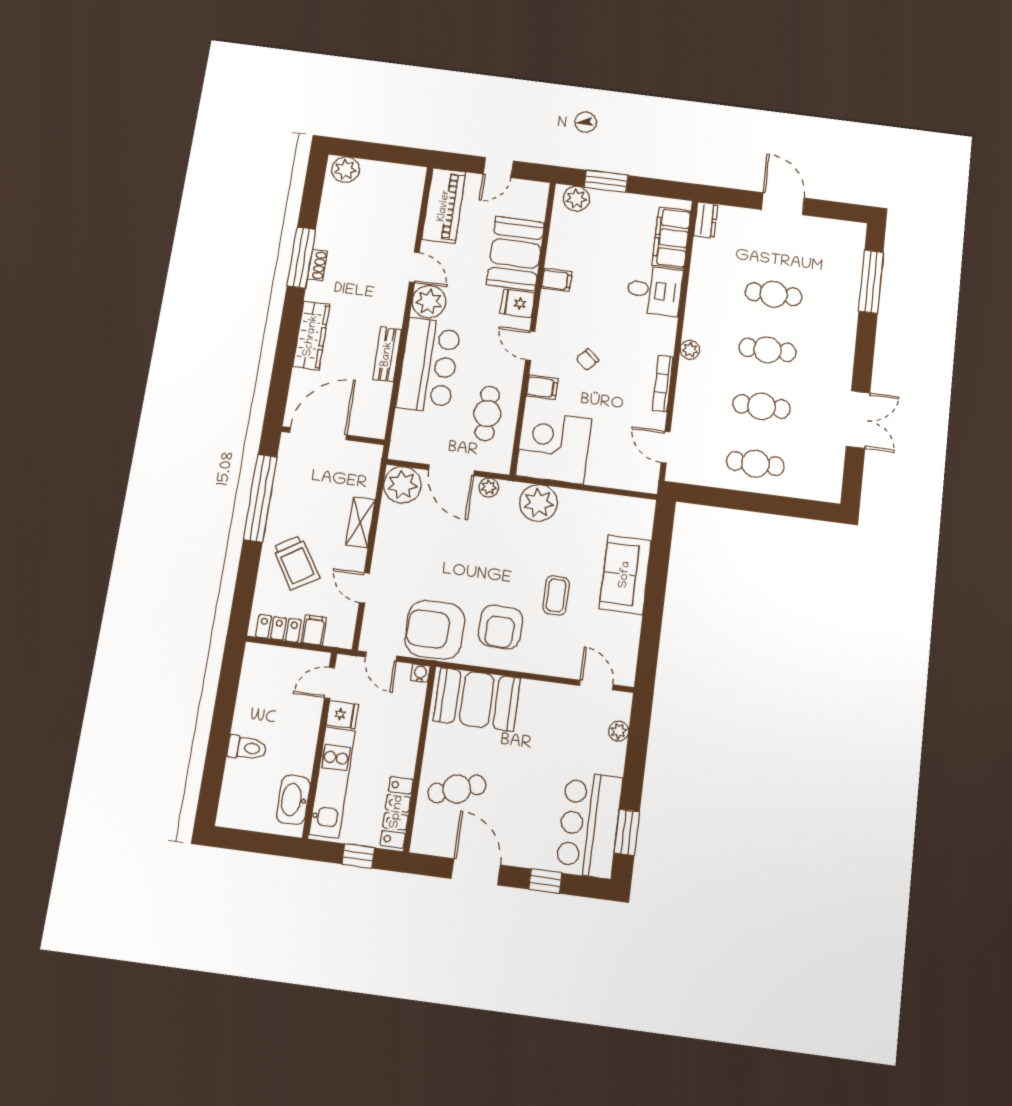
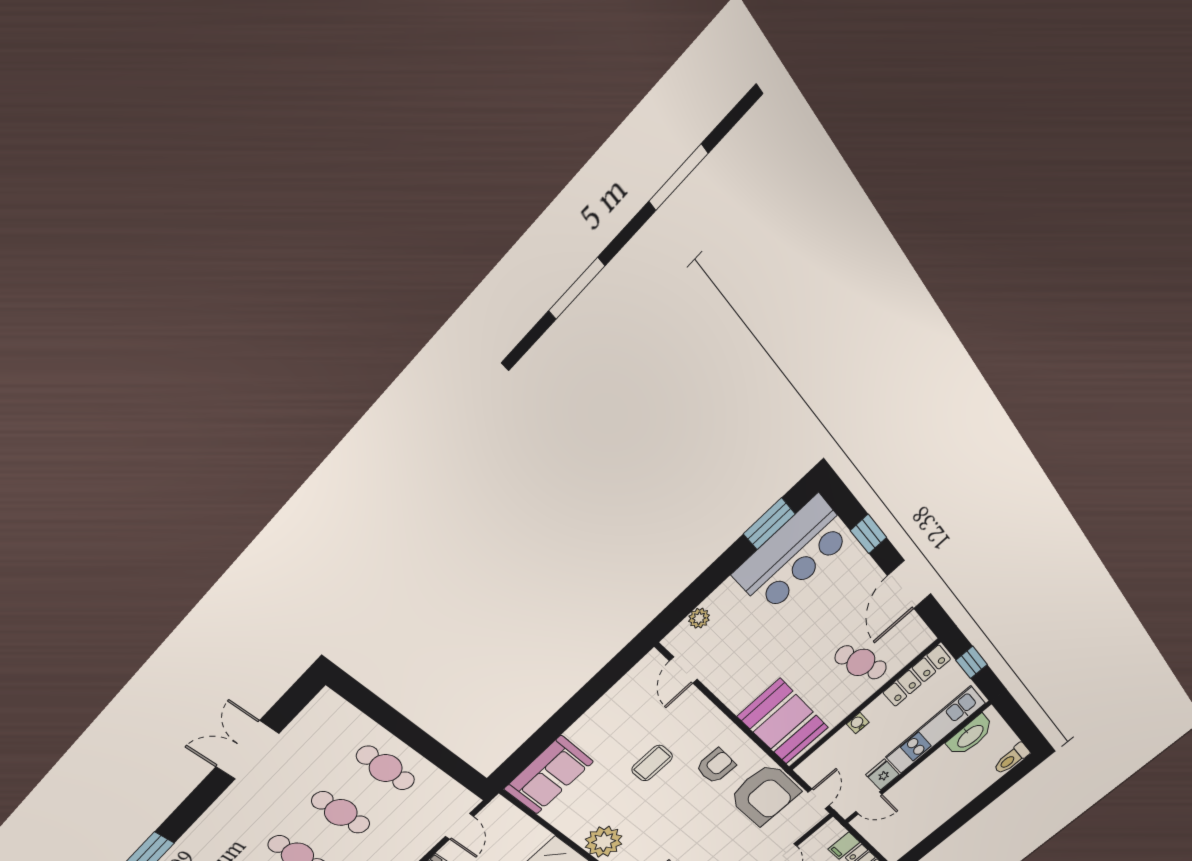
sofa: (625, 575) -> (549, 775), moved
armchair: (500, 627) -> (716, 766), width x0.72, depth x0.72
water cooler: (420, 673) -> (858, 723), moved, turned 90
toilet: (247, 748) -> (1012, 759), moved, turned -90

